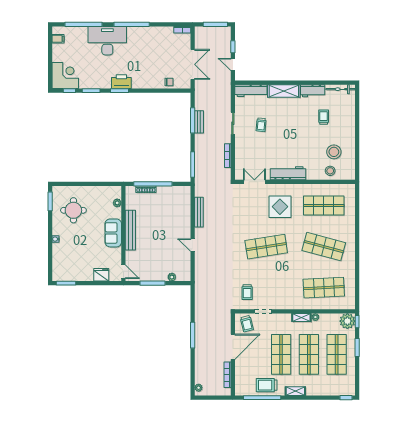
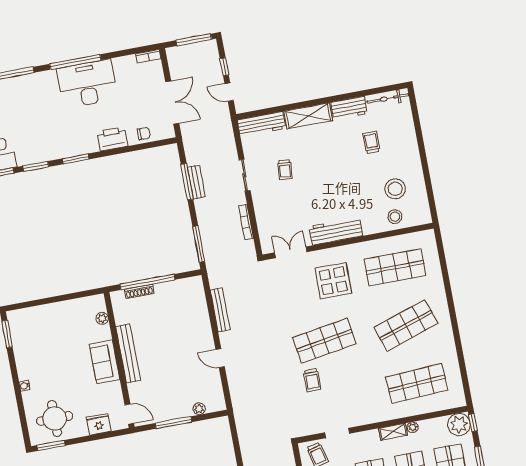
desk: (107, 41) -> (87, 84), moved
printer: (121, 82) -> (112, 139), moved
round table: (73, 210) -> (55, 419), moved
shop shelf: (324, 247) -> (406, 325), turned -33
trolley: (247, 292) -> (312, 380), moved

